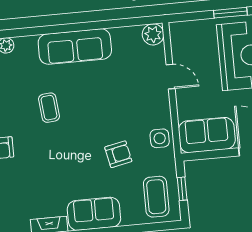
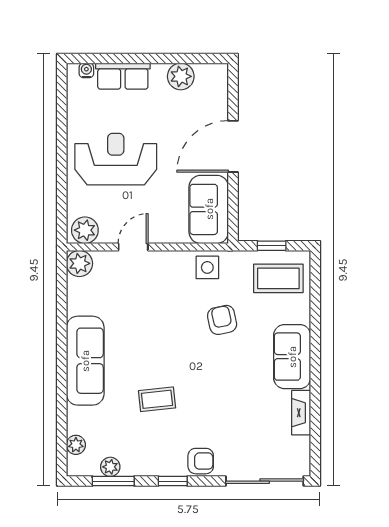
window: (230, 13) -> (62, 166), removed
plant: (180, 36) -> (85, 230), added

